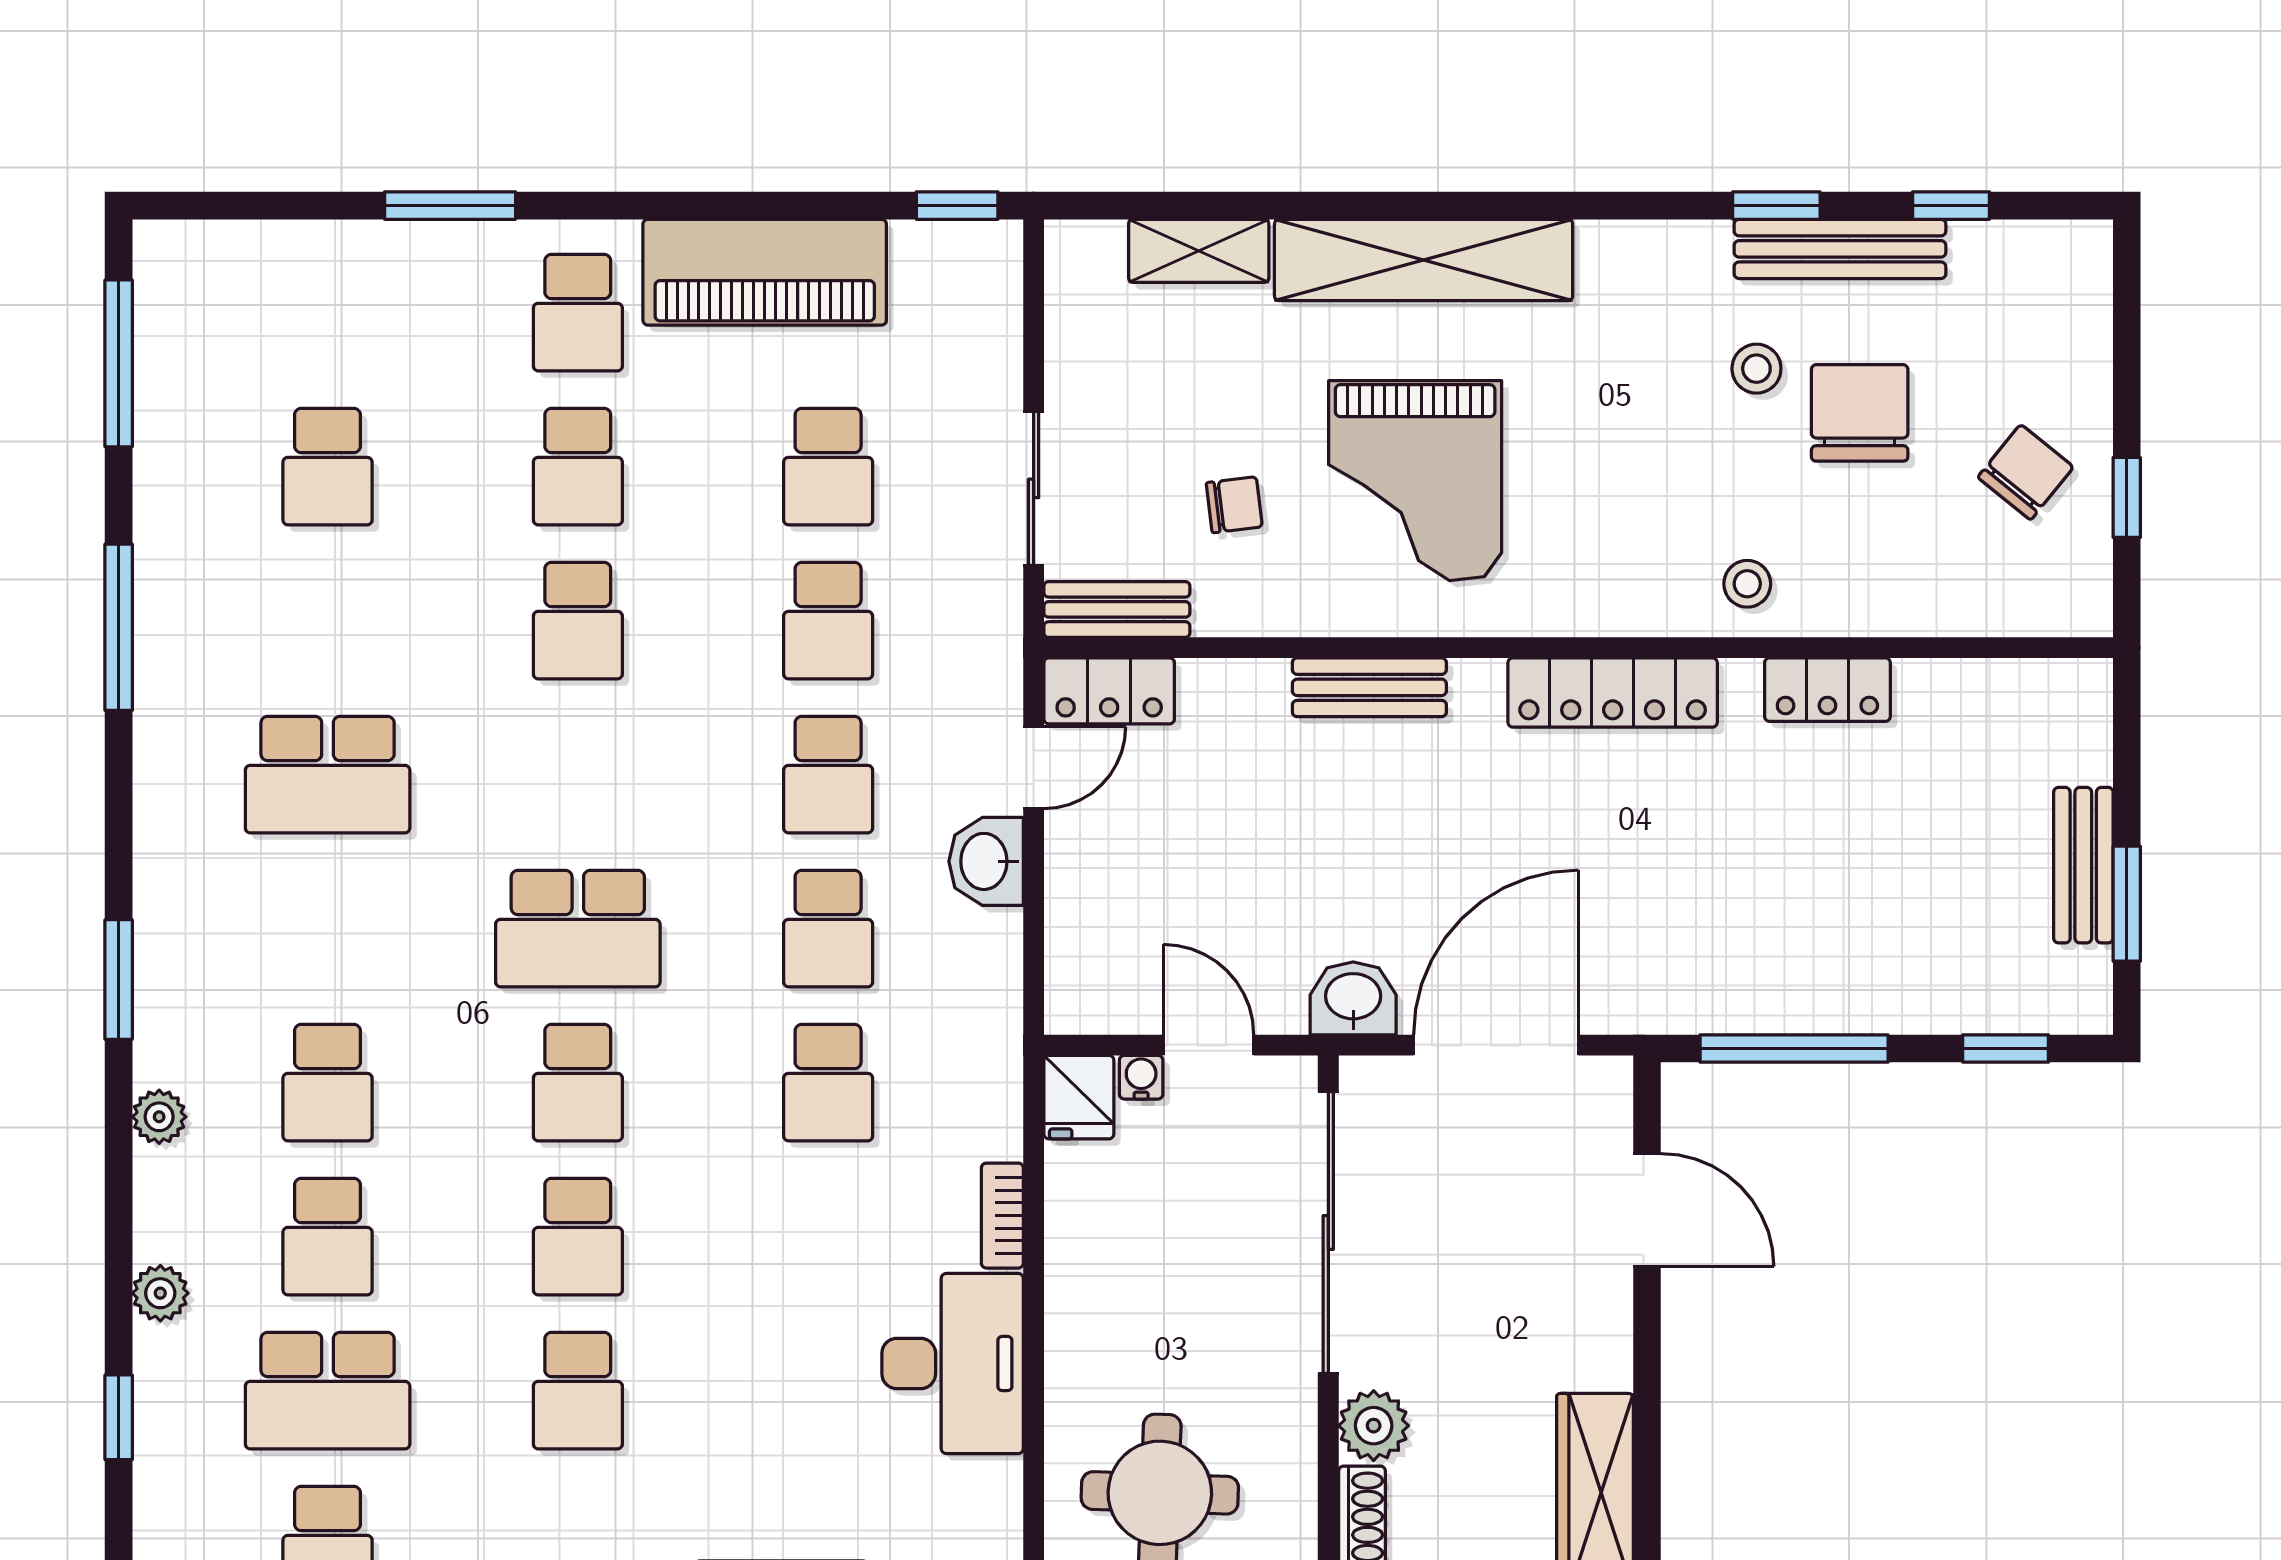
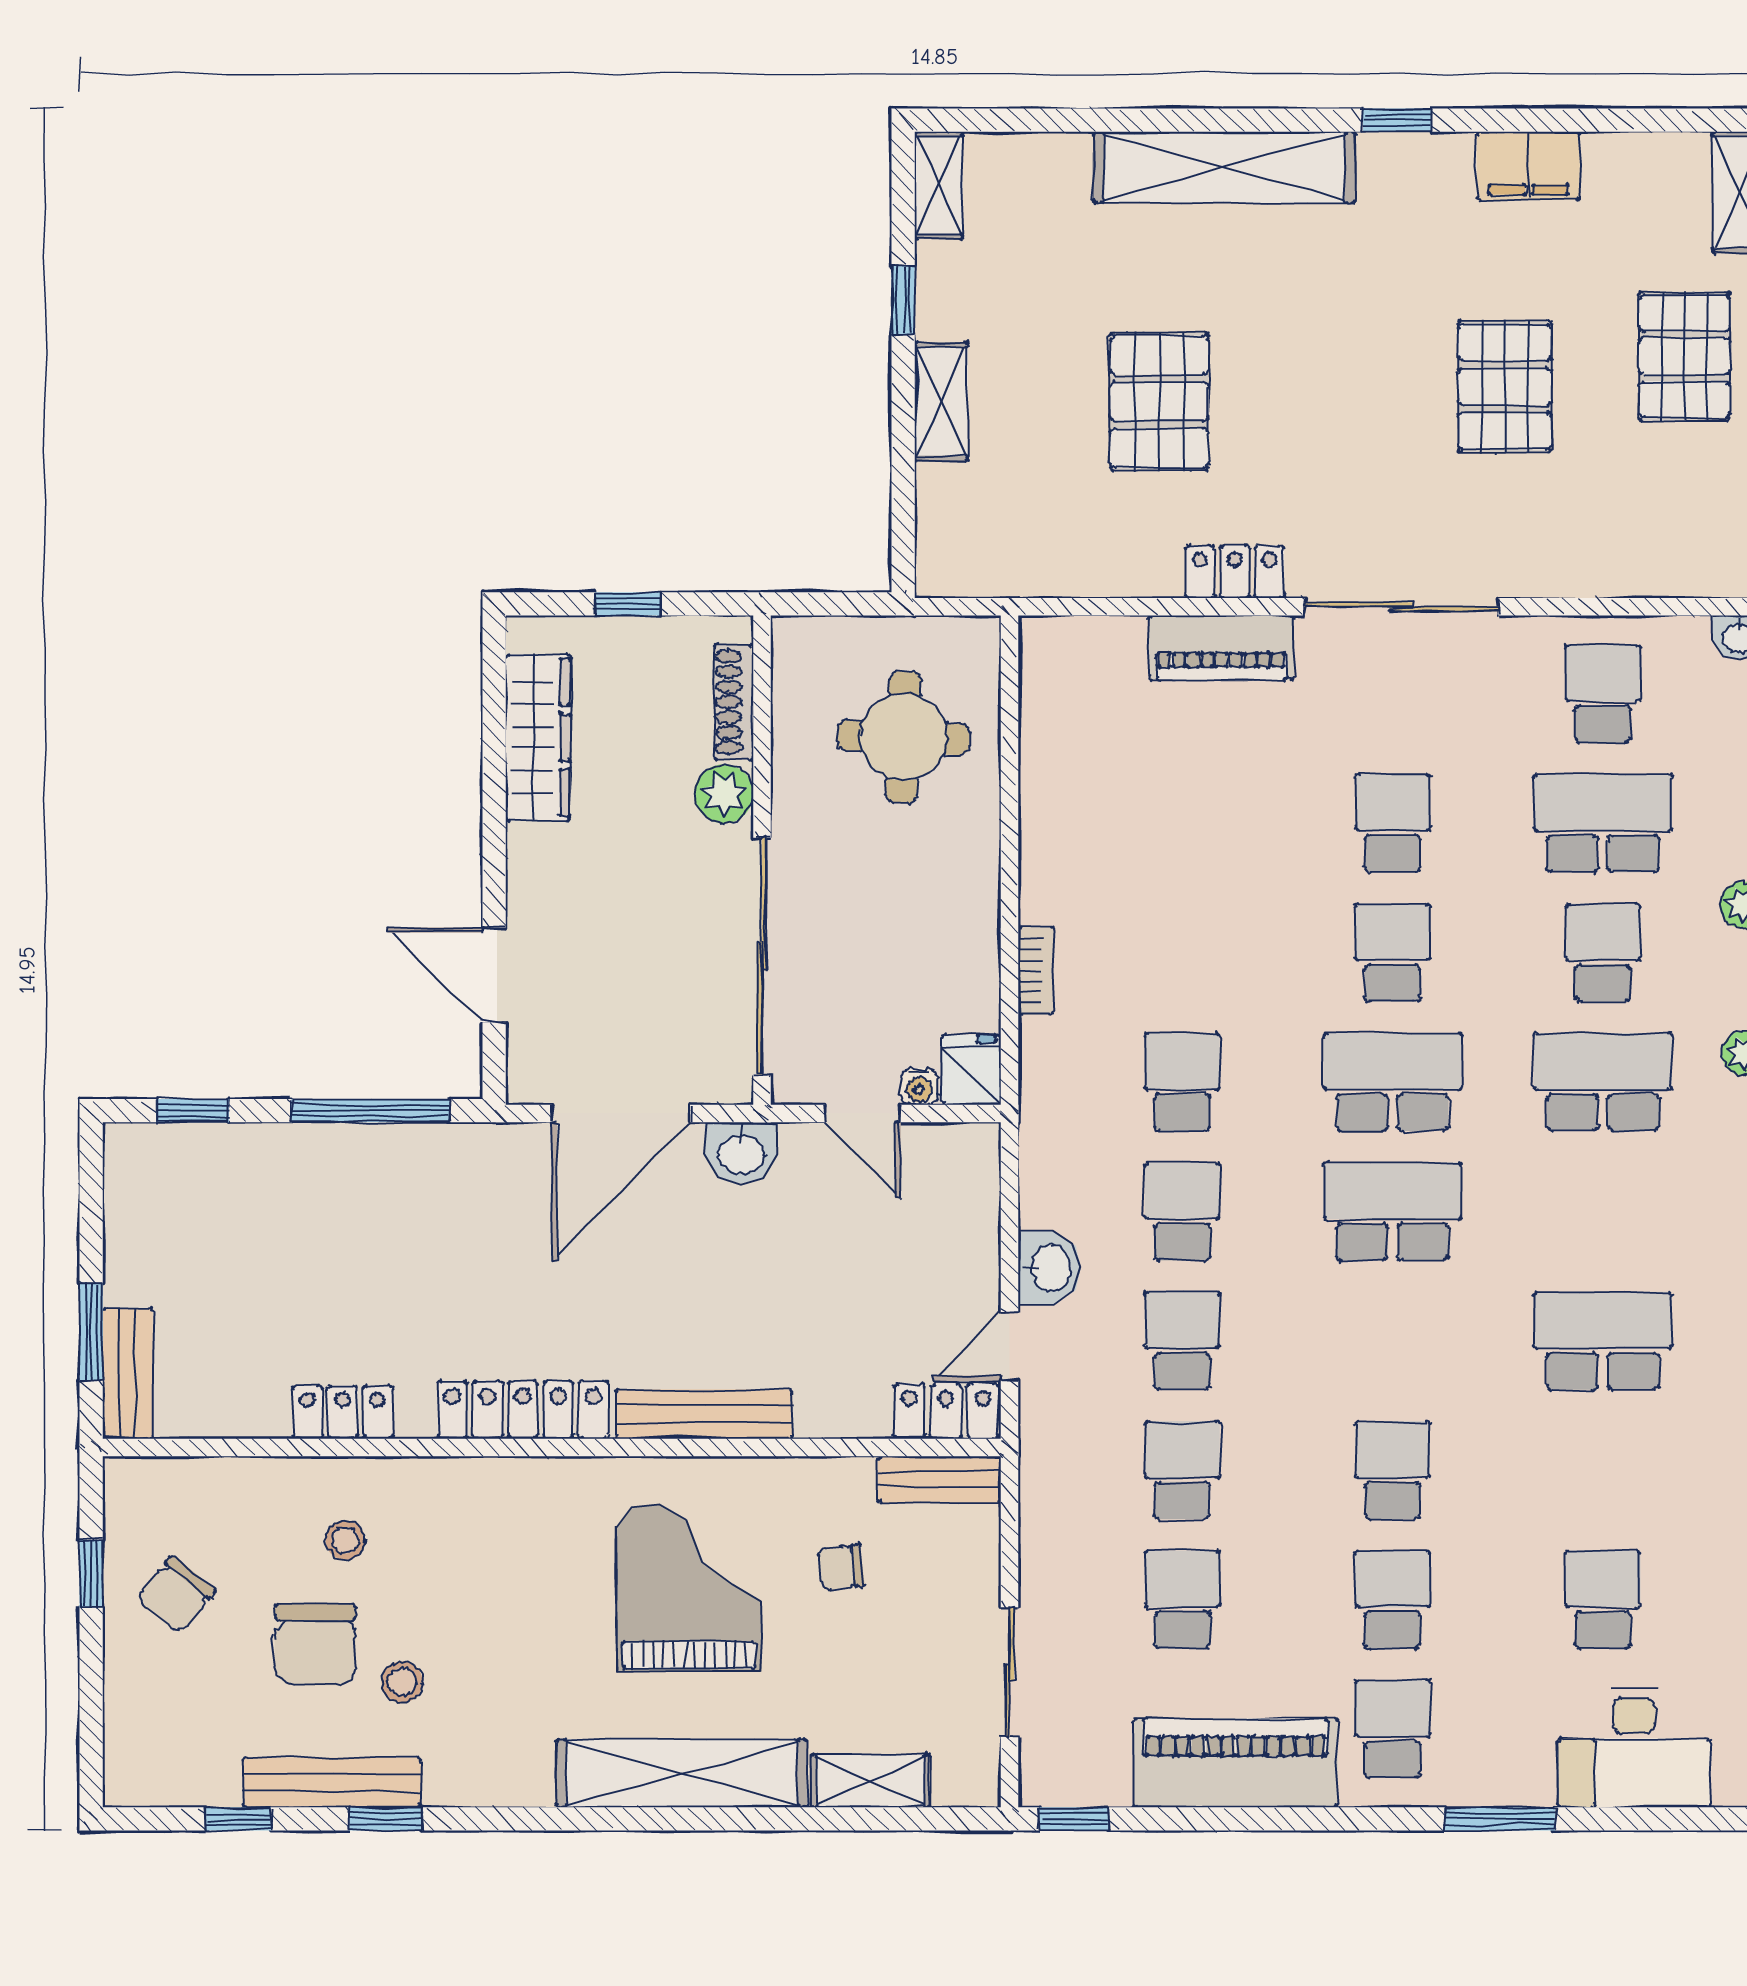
sliding door: (1034, 488) -> (1010, 1672), moved
stool: (1747, 584) -> (345, 1540), moved
bench: (1369, 687) -> (704, 1414), width x1.36
bench: (2083, 865) -> (128, 1373), moved
window: (2127, 904) -> (91, 1332), moved
school desk: (328, 1083) -> (1603, 1082), width x1.85
school desk: (578, 1083) -> (1393, 1082), width x1.85
desk: (953, 1363) -> (1634, 1748), moved, turned -90

